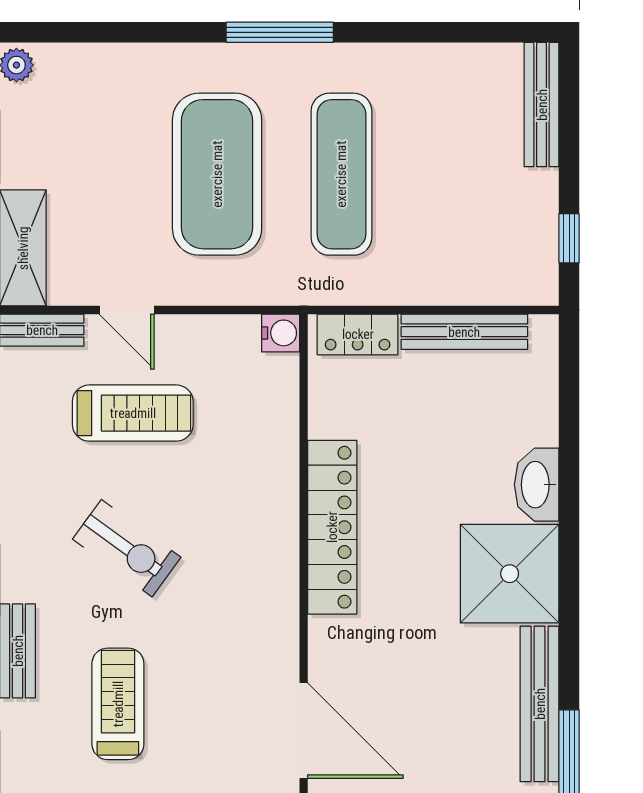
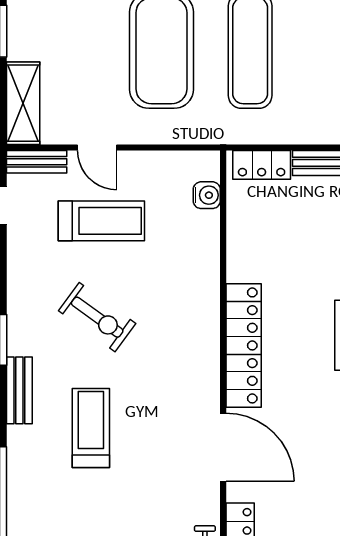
water cooler: (281, 333) -> (207, 195), moved
locker: (332, 527) -> (244, 345), moved

